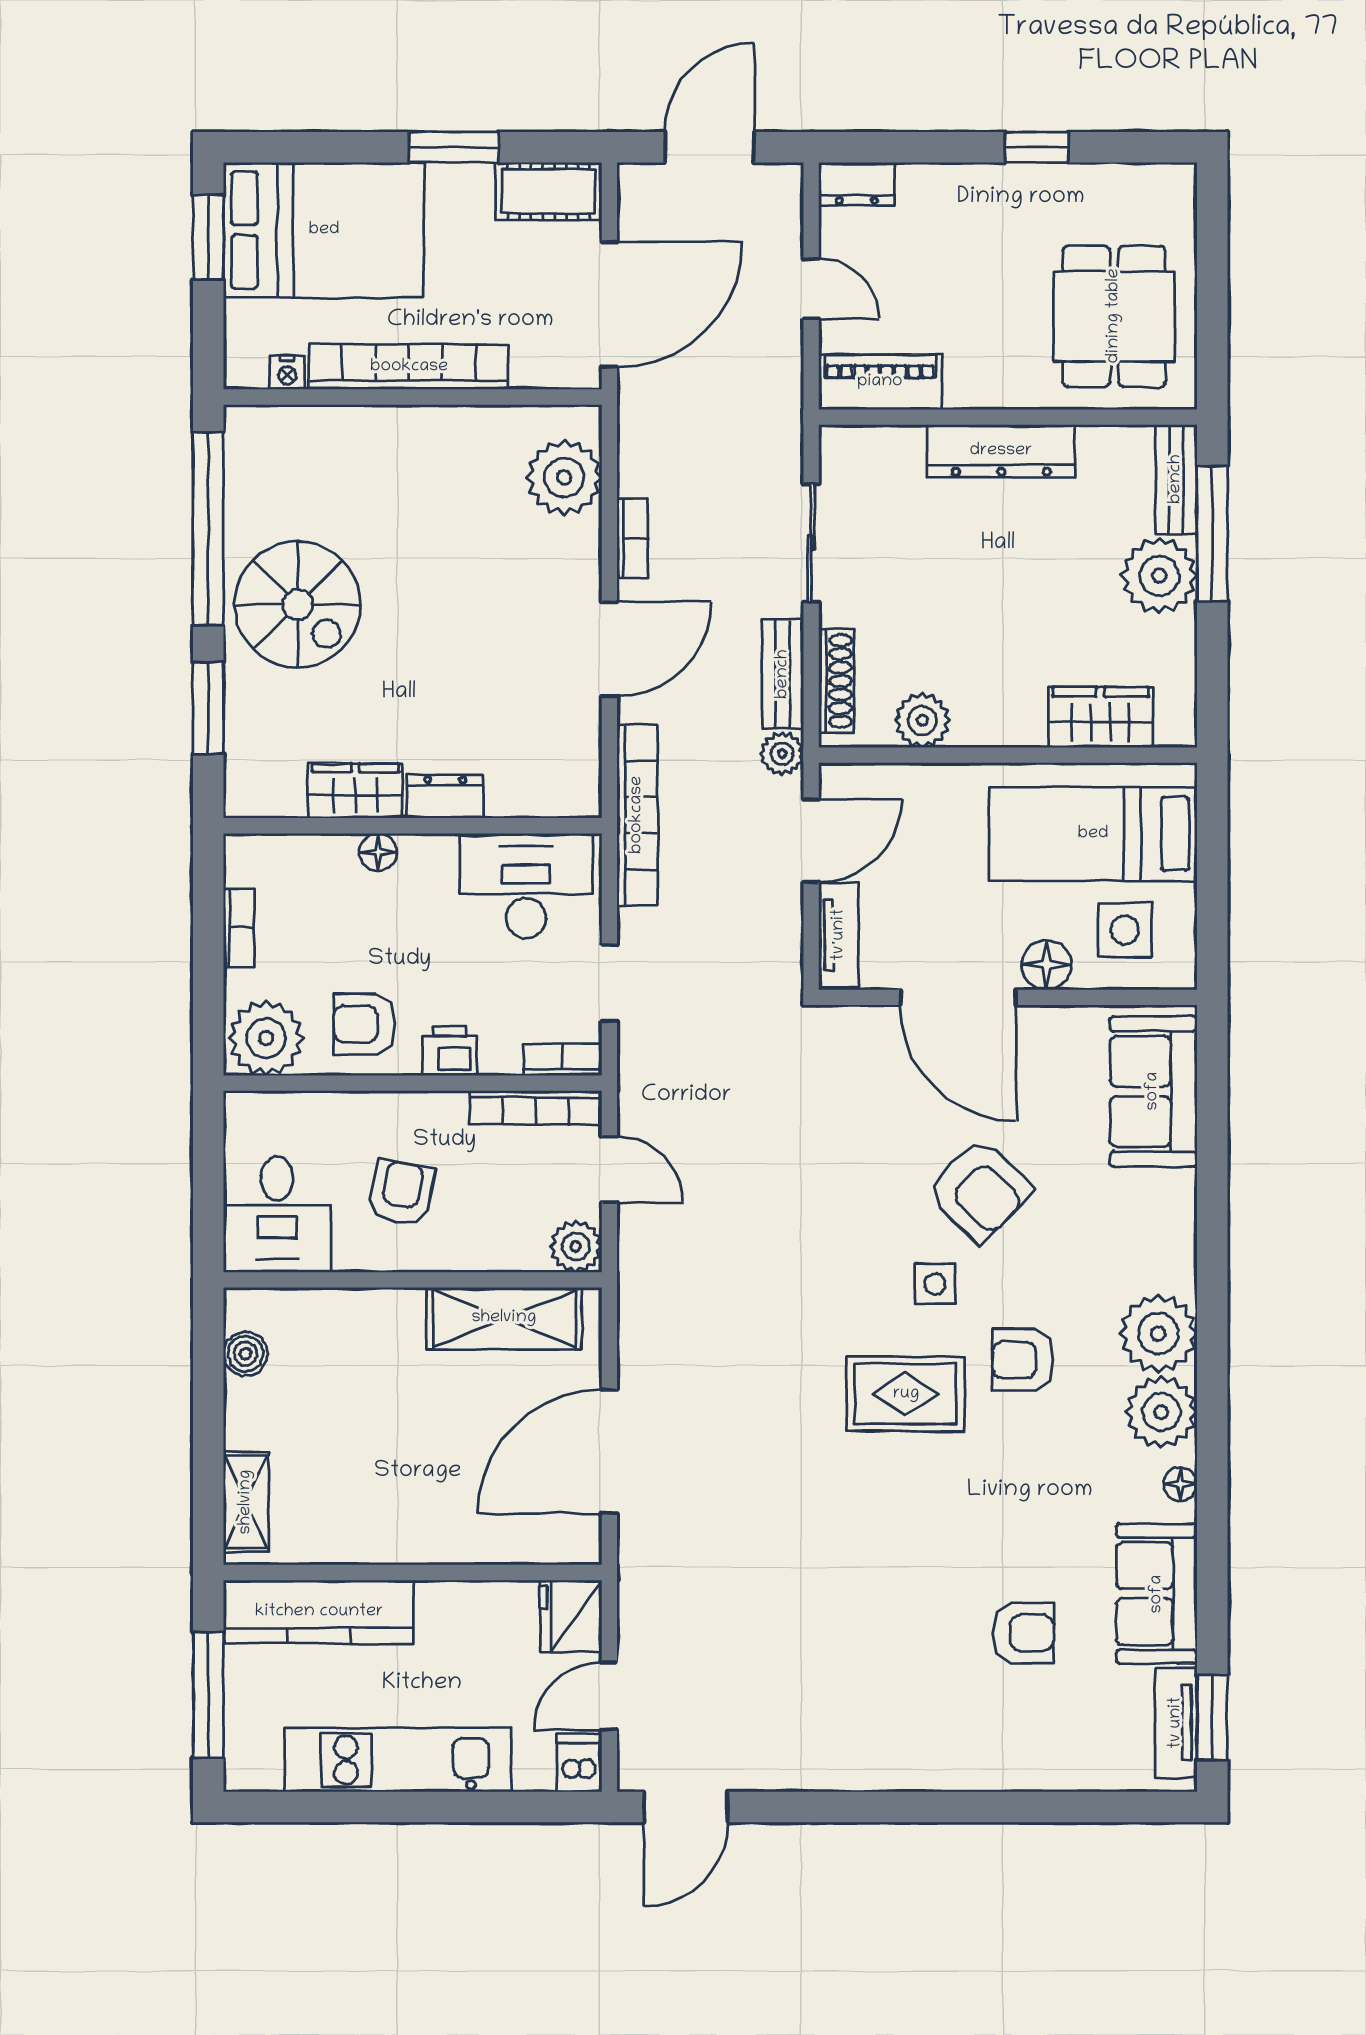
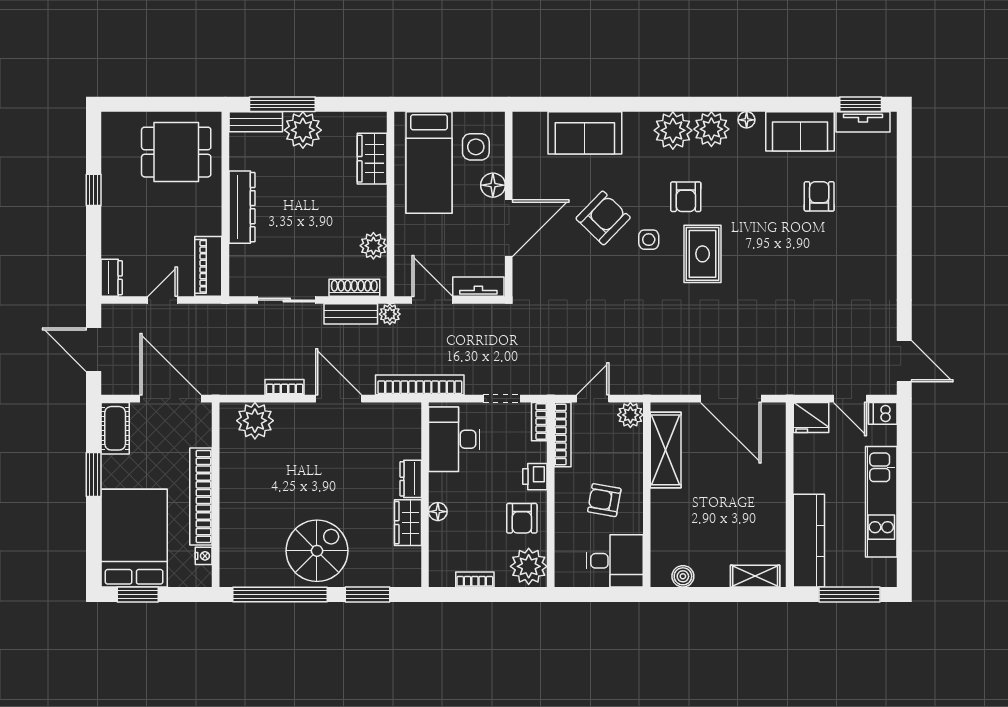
sofa: (1153, 1091) -> (585, 133), moved

